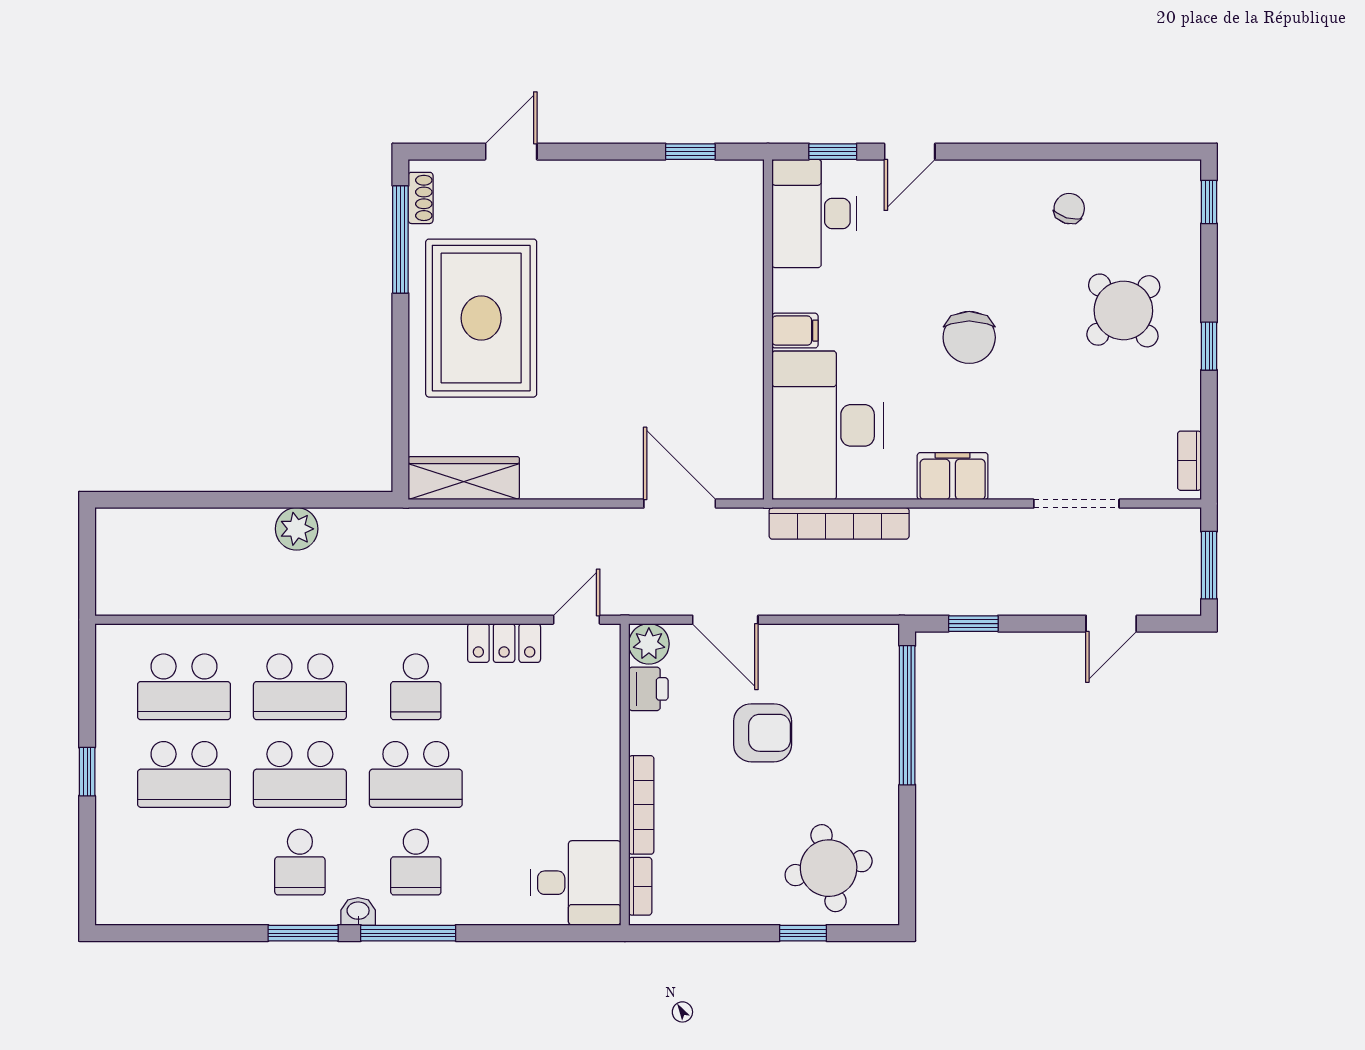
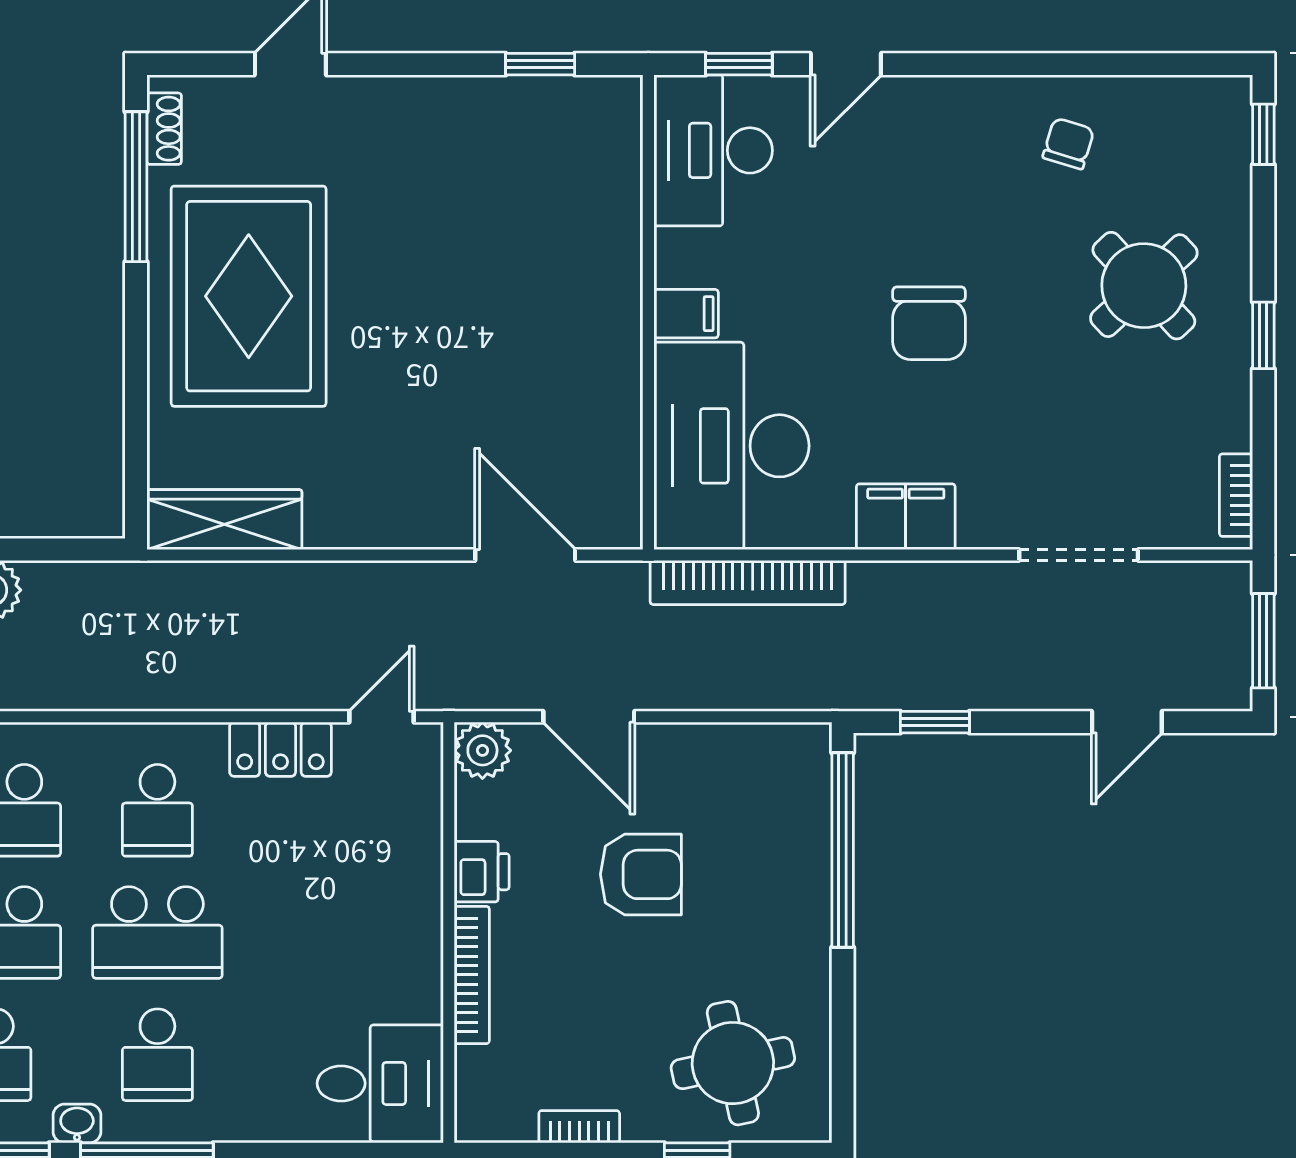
printer: (648, 689) -> (482, 872), moved
bookcase: (640, 886) -> (579, 1127), moved, turned -90

